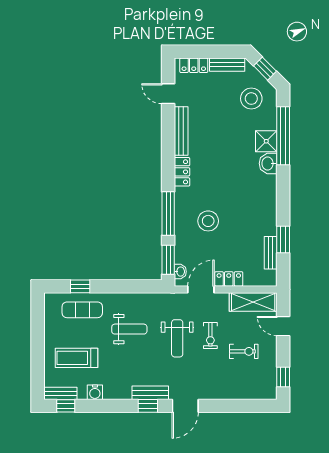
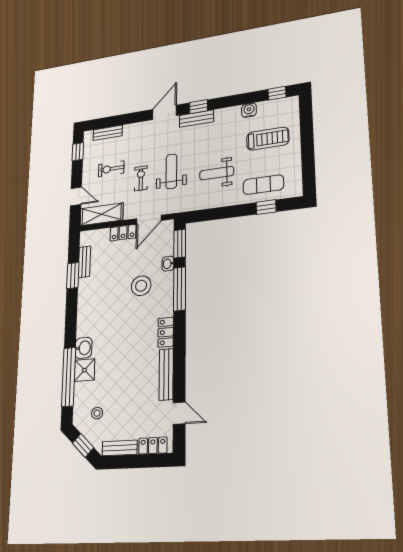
stool: (251, 99) -> (97, 413), width x0.53, depth x0.53
washbasin: (180, 272) -> (168, 264), moved
bench: (60, 393) -> (108, 133), moved

